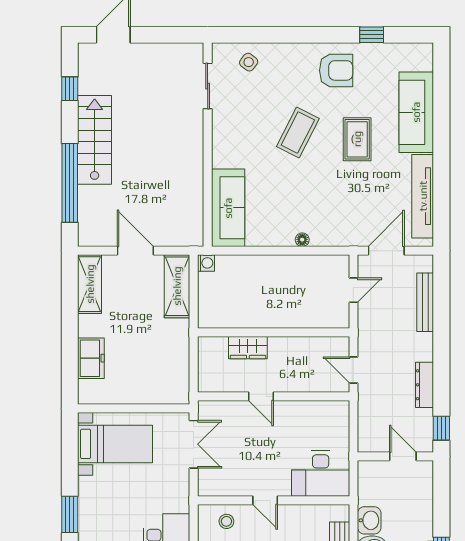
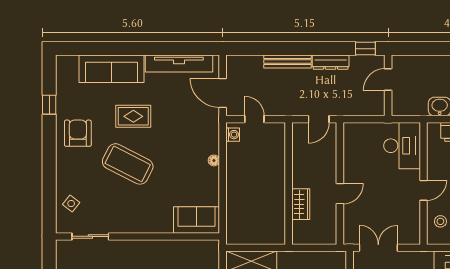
coffee table: (298, 132) -> (128, 164), width x1.36, depth x1.32
sofa: (228, 208) -> (196, 220), width x0.73
washing machine: (206, 263) -> (233, 135), moved, turned 90
bench: (425, 302) -> (287, 62), moved

